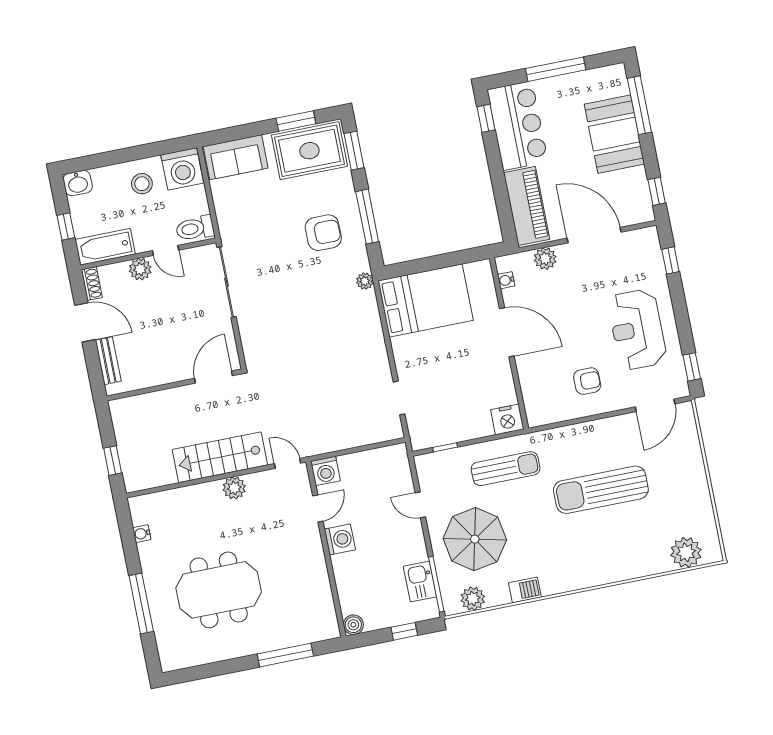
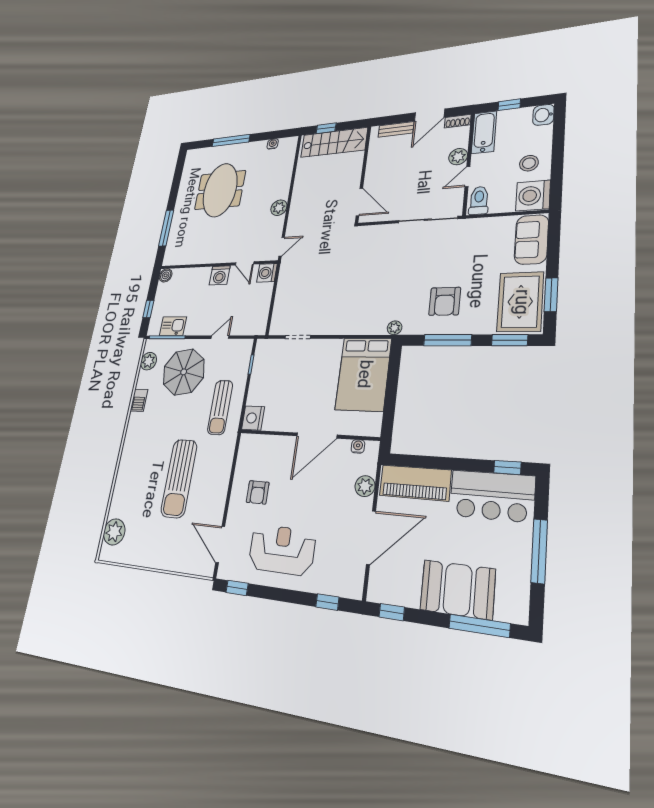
stairs: (220, 457) -> (334, 142), moved, turned 90
sun lounger: (601, 490) -> (179, 478), turned 180

